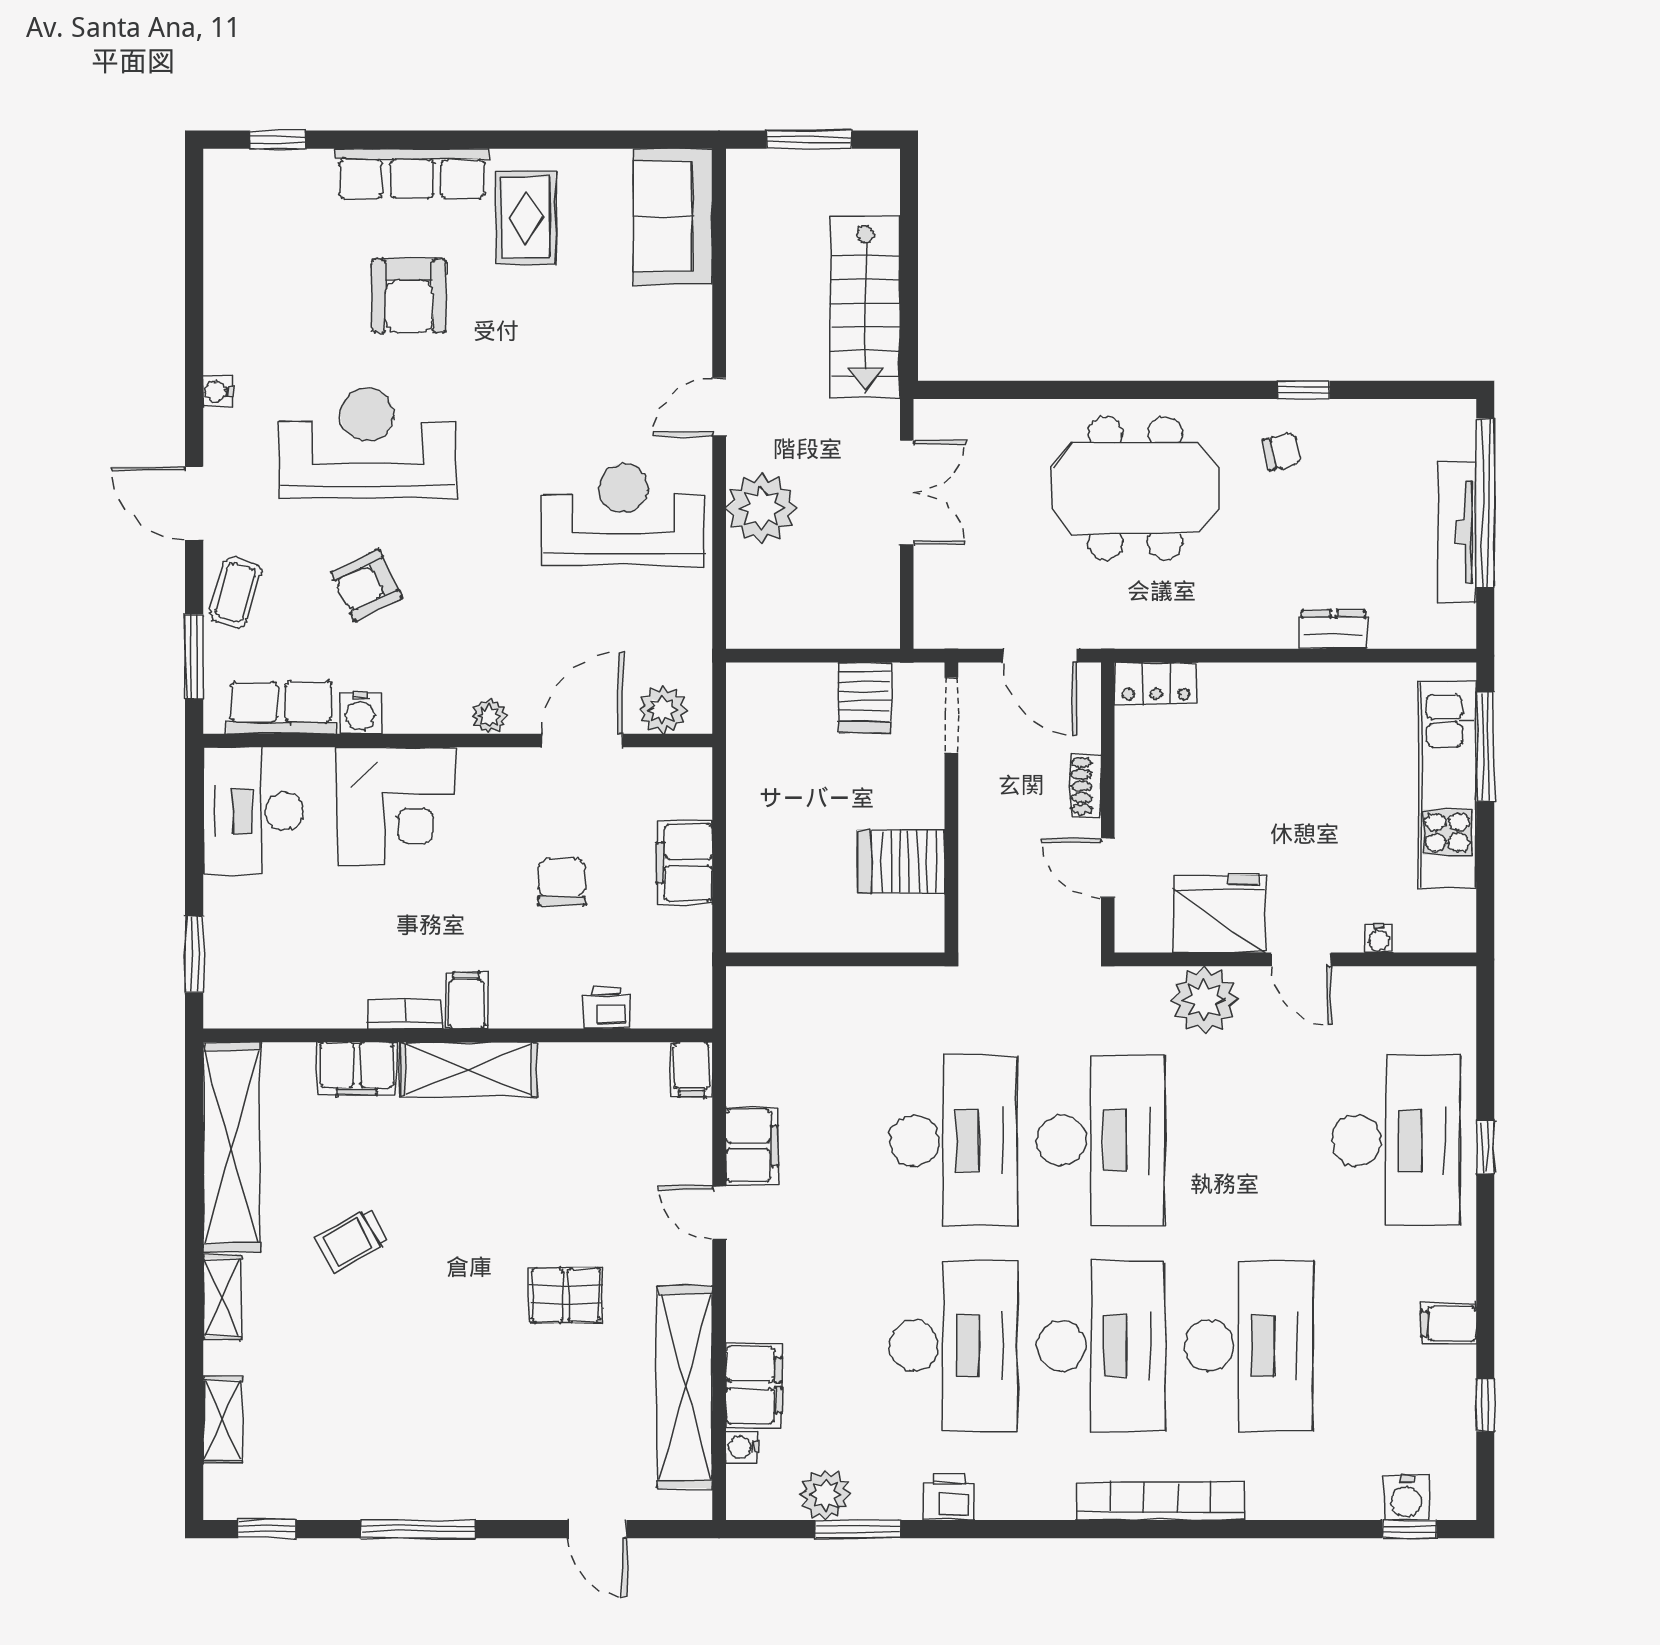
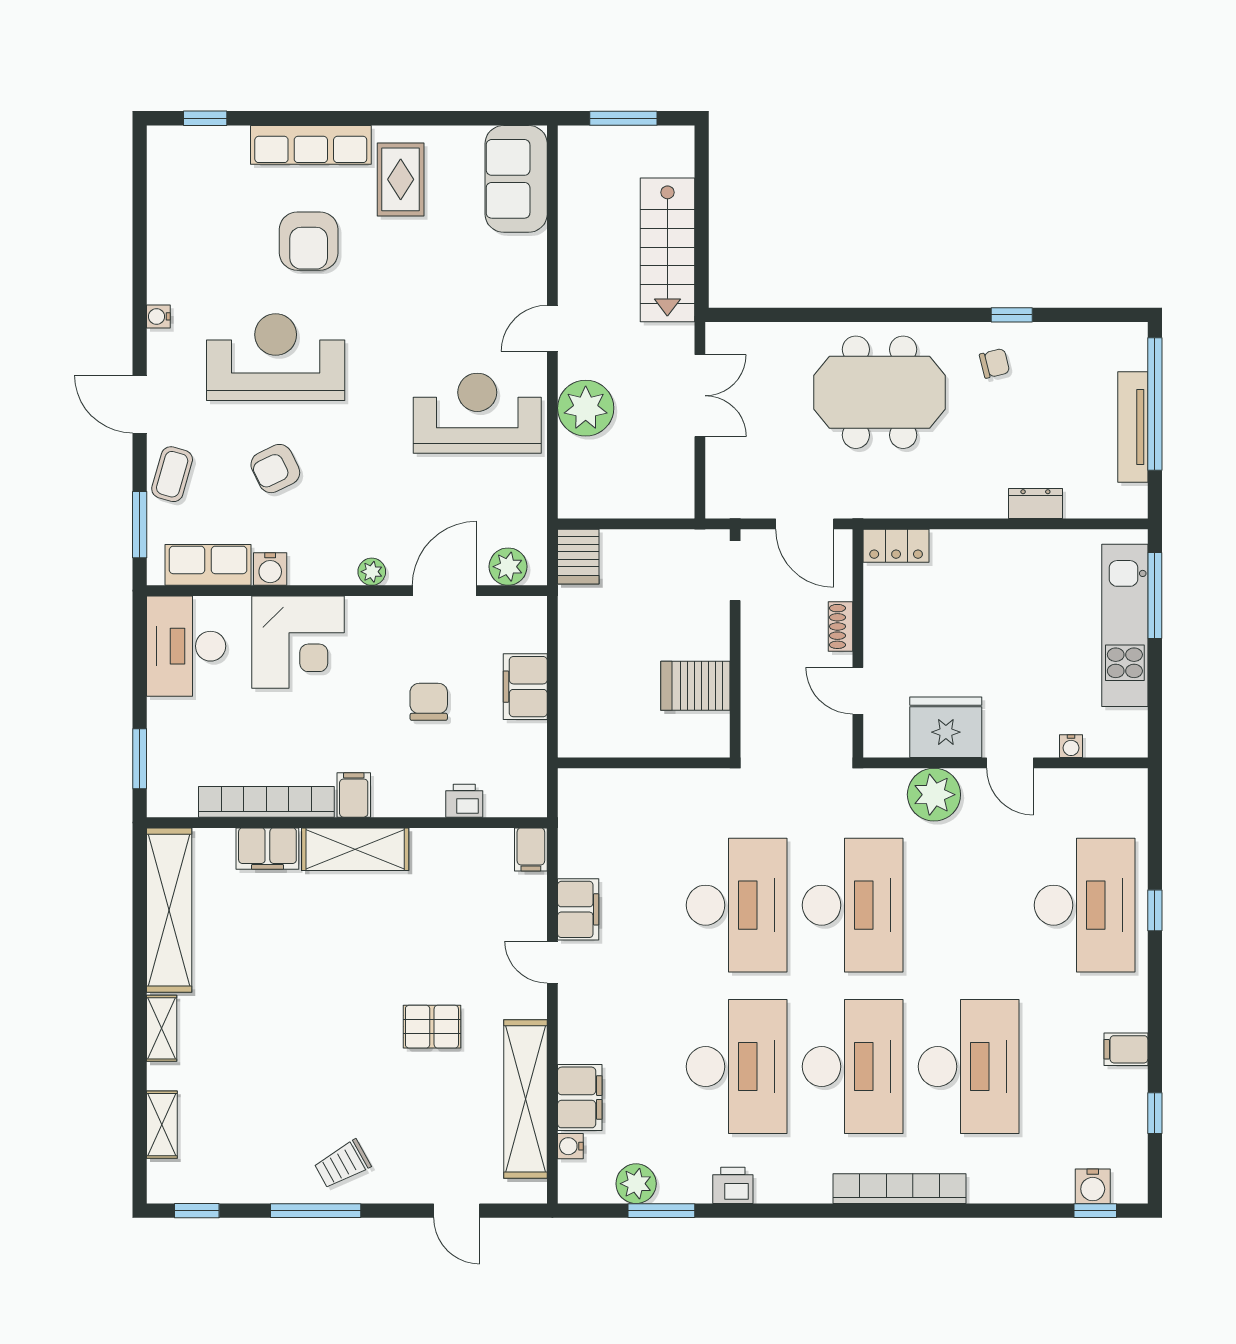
server rack: (864, 697) -> (578, 557), moved
bookcase: (404, 1014) -> (266, 802), width x2.31, depth x1.31
trolley: (351, 1240) -> (342, 1164), moved

